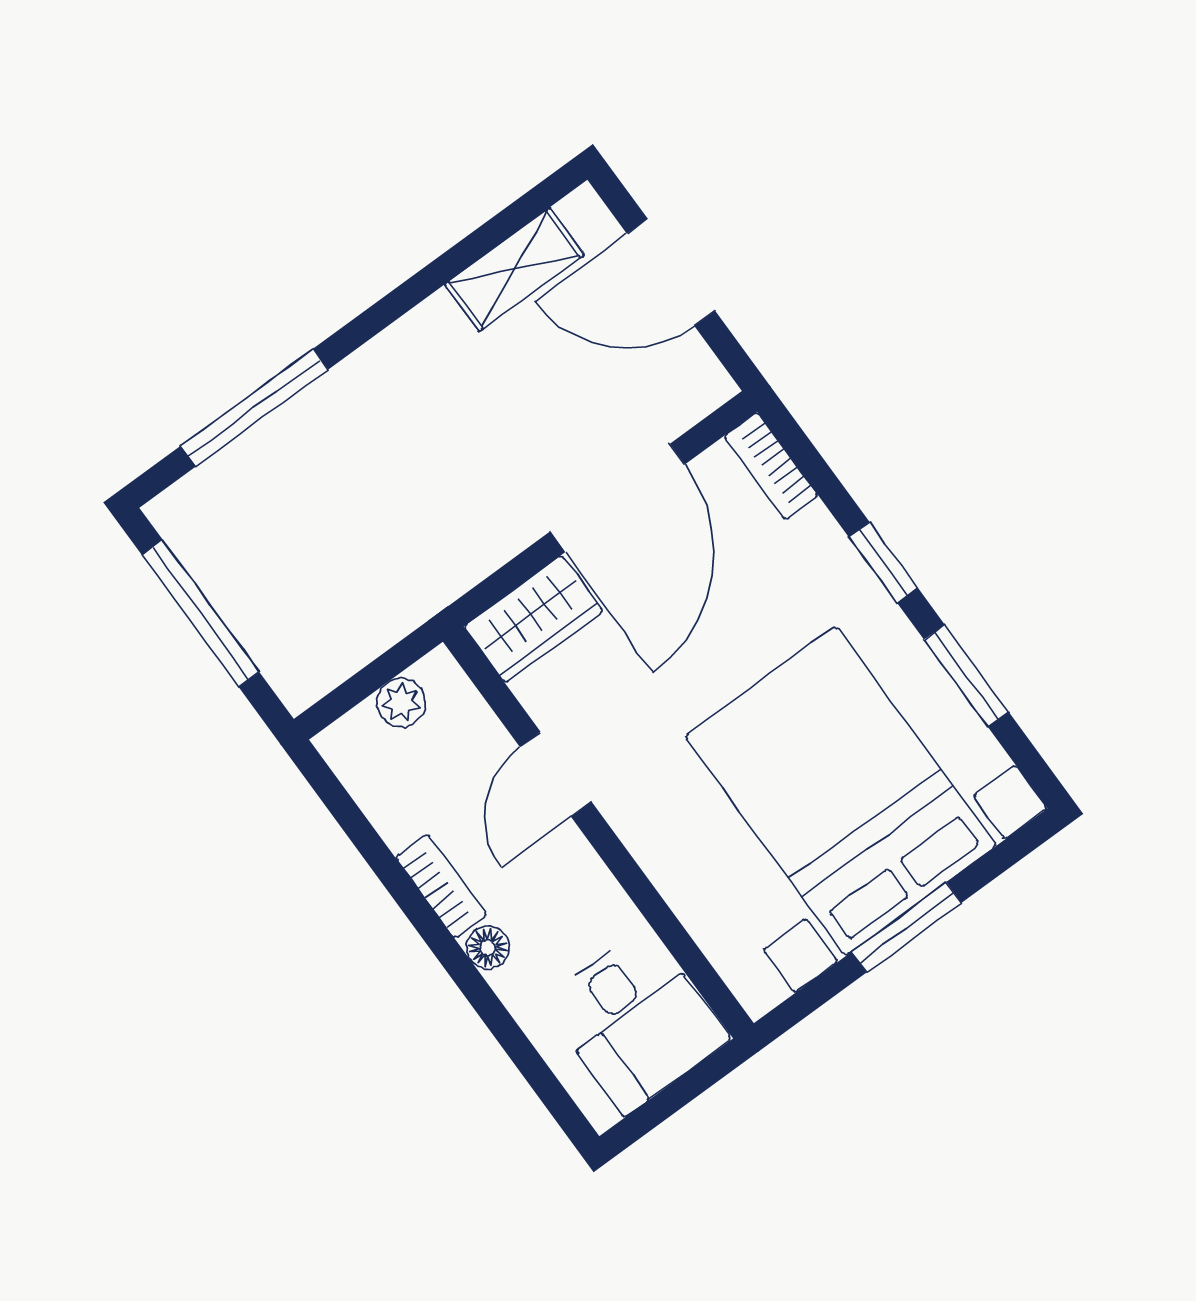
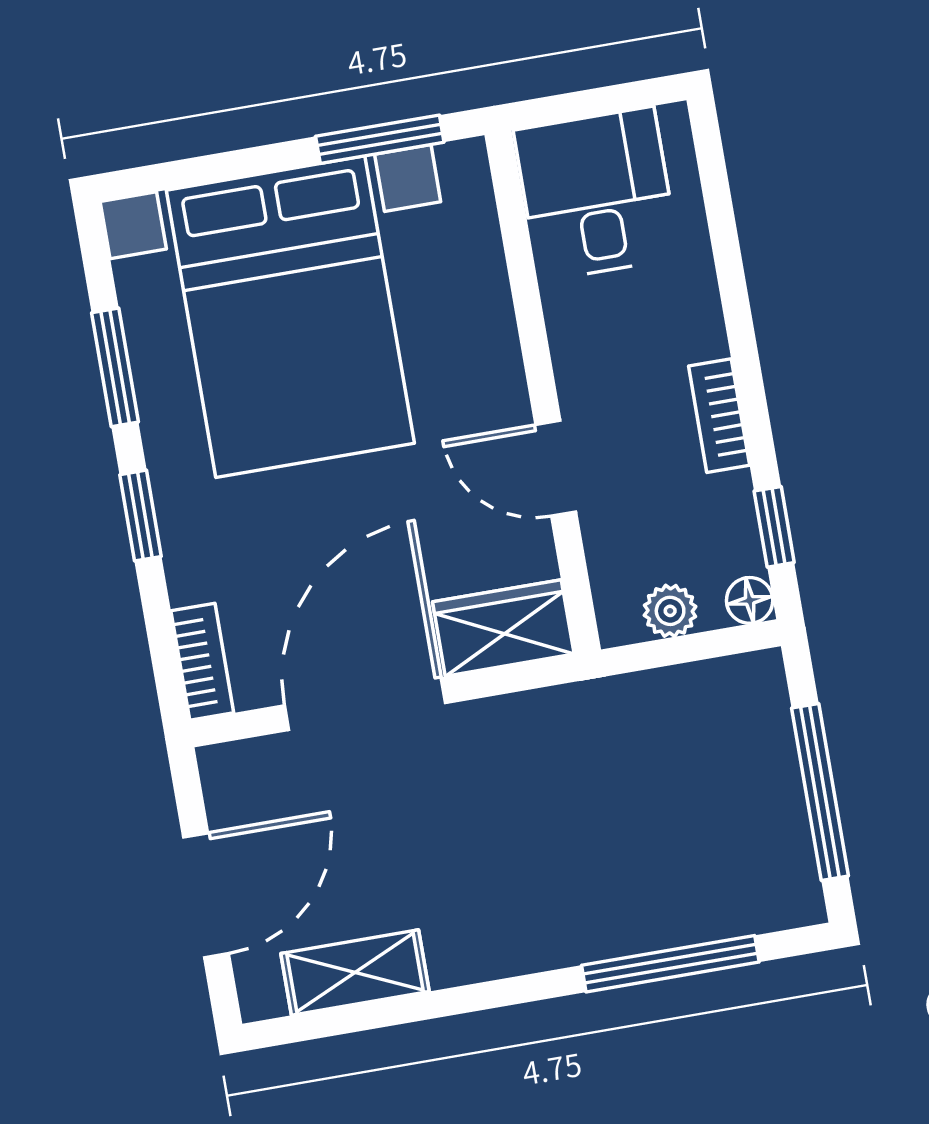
door: (671, 272) -> (206, 895), hinge flipped
door: (556, 774) -> (556, 468), swing flipped
window: (349, 816) -> (774, 527), added
window: (906, 927) -> (380, 139), moved
floor lamp: (488, 948) -> (750, 600), moved

